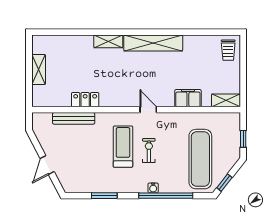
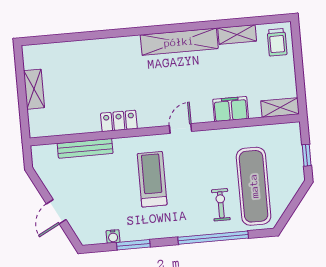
shelving: (108, 41) -> (237, 35), moved
locker: (85, 100) -> (119, 121), moved
door: (148, 110) -> (181, 128), hinge flipped
exercise bike: (149, 150) -> (221, 205), moved
window: (224, 183) -> (288, 214), removed
water cooler: (153, 188) -> (113, 236), moved

